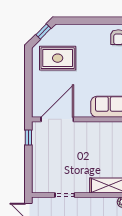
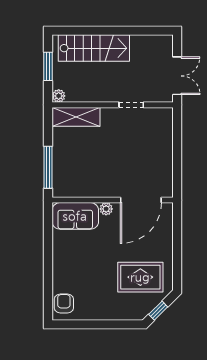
plant: (85, 112) -> (106, 209), added
window: (28, 138) -> (177, 177), removed

